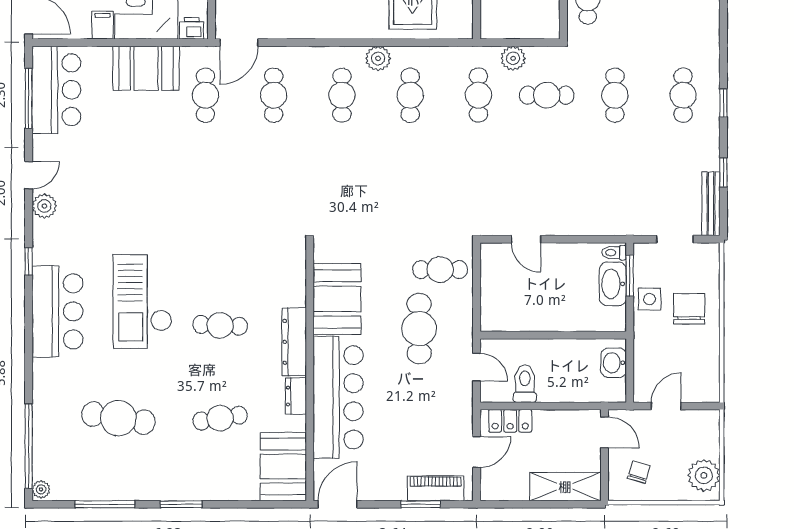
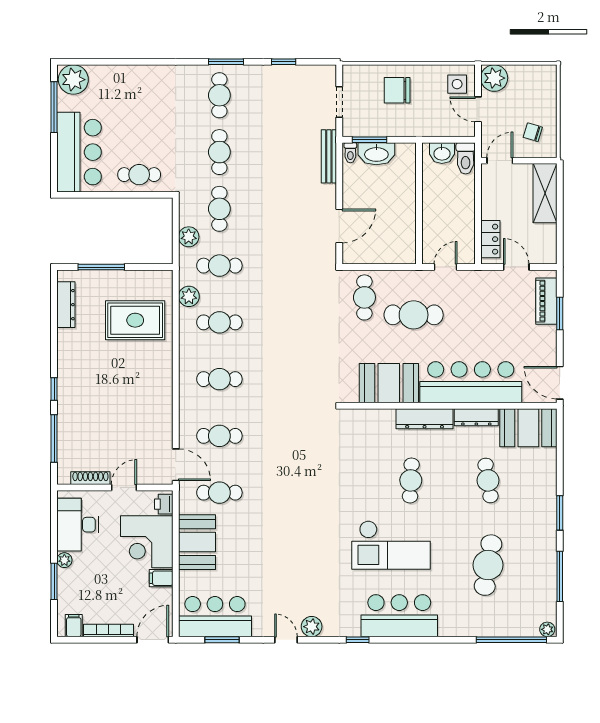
plant: (378, 58) -> (189, 296), moved
cafe table: (615, 95) -> (219, 152), turned 90
cafe table: (683, 95) -> (219, 95), turned 90
window: (29, 98) -> (222, 640), width x0.69
window: (723, 103) -> (226, 62), width x1.50
bench: (711, 204) -> (329, 156), moved, turned 90
door: (526, 239) -> (339, 226), width x1.38
side table: (650, 299) -> (457, 84), moved
toilet: (525, 384) -> (466, 158), moved, turned -90
dresser: (296, 396) -> (476, 417), width x1.44
plant: (704, 475) -> (494, 78), moved

